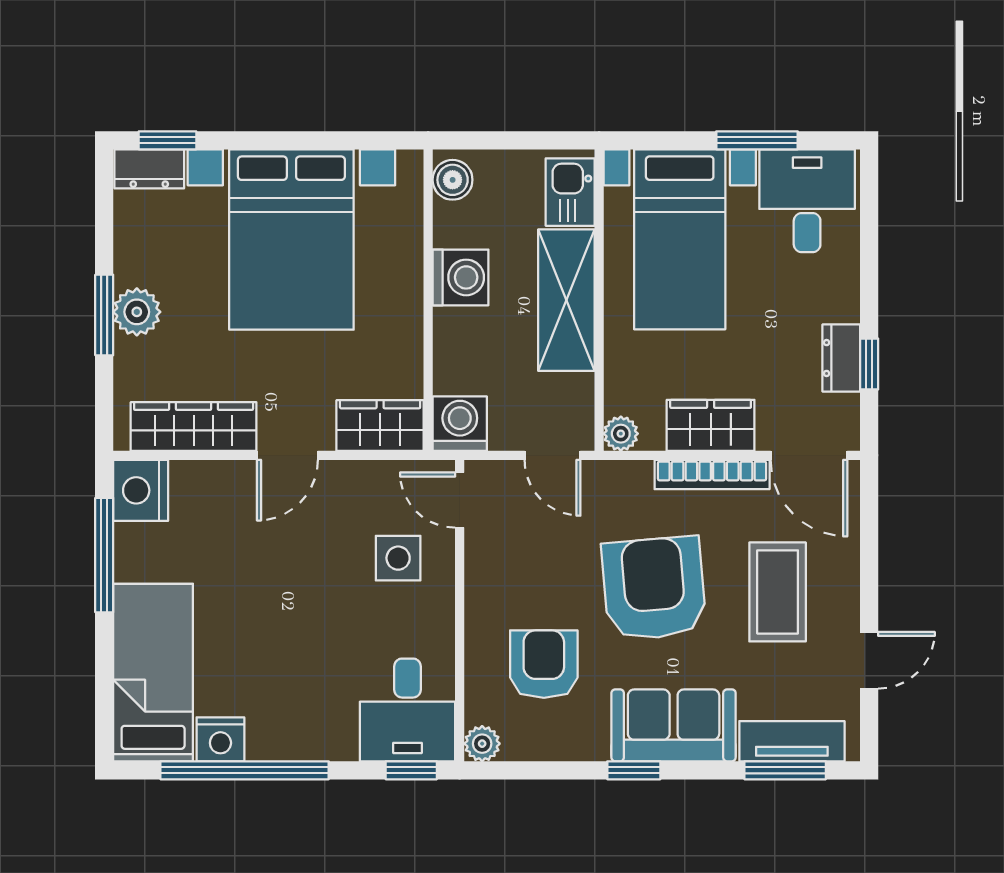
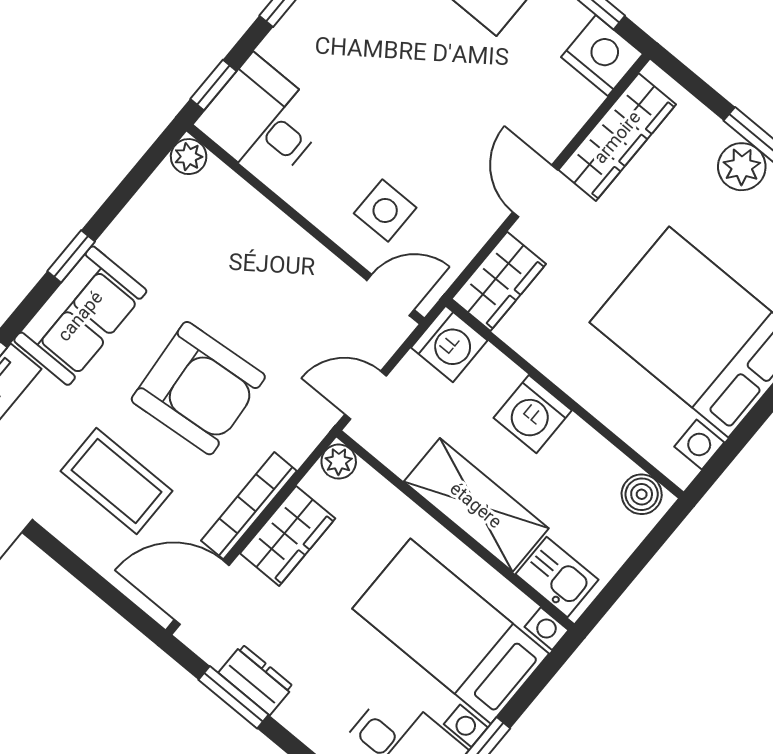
washing machine: (461, 277) -> (533, 414), moved
window: (869, 364) -> (233, 697), width x1.50
armchair: (544, 664) -> (210, 255), removed

